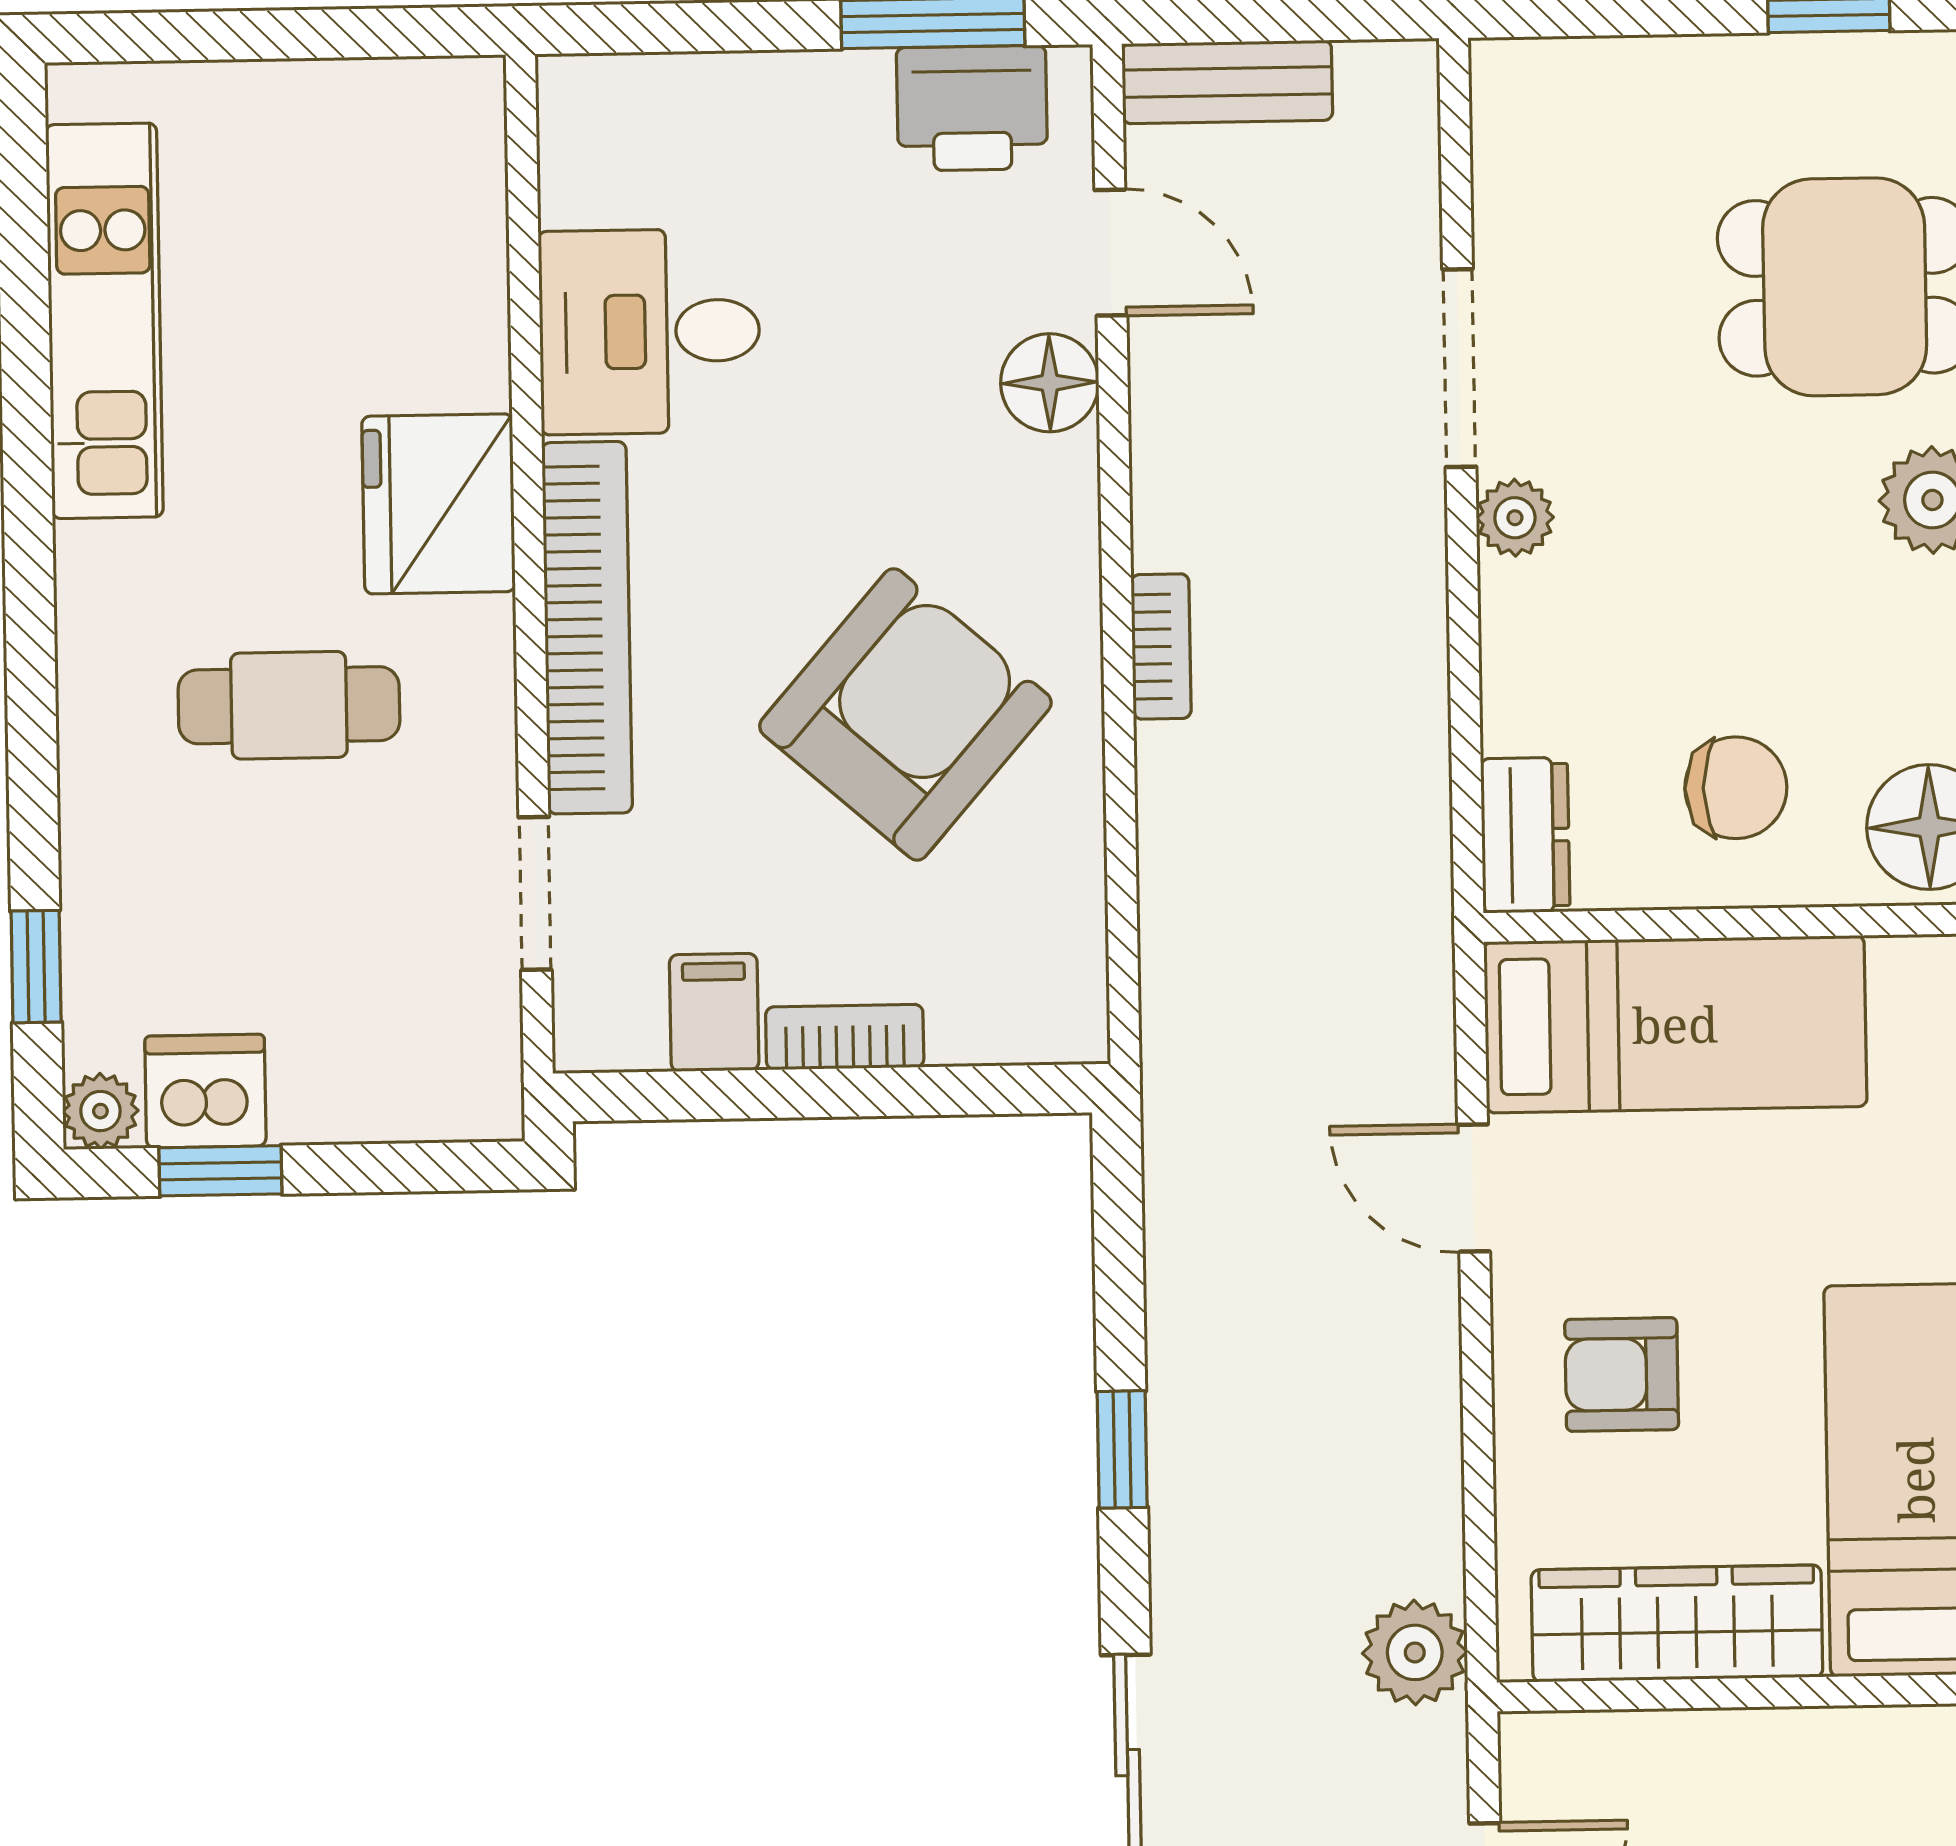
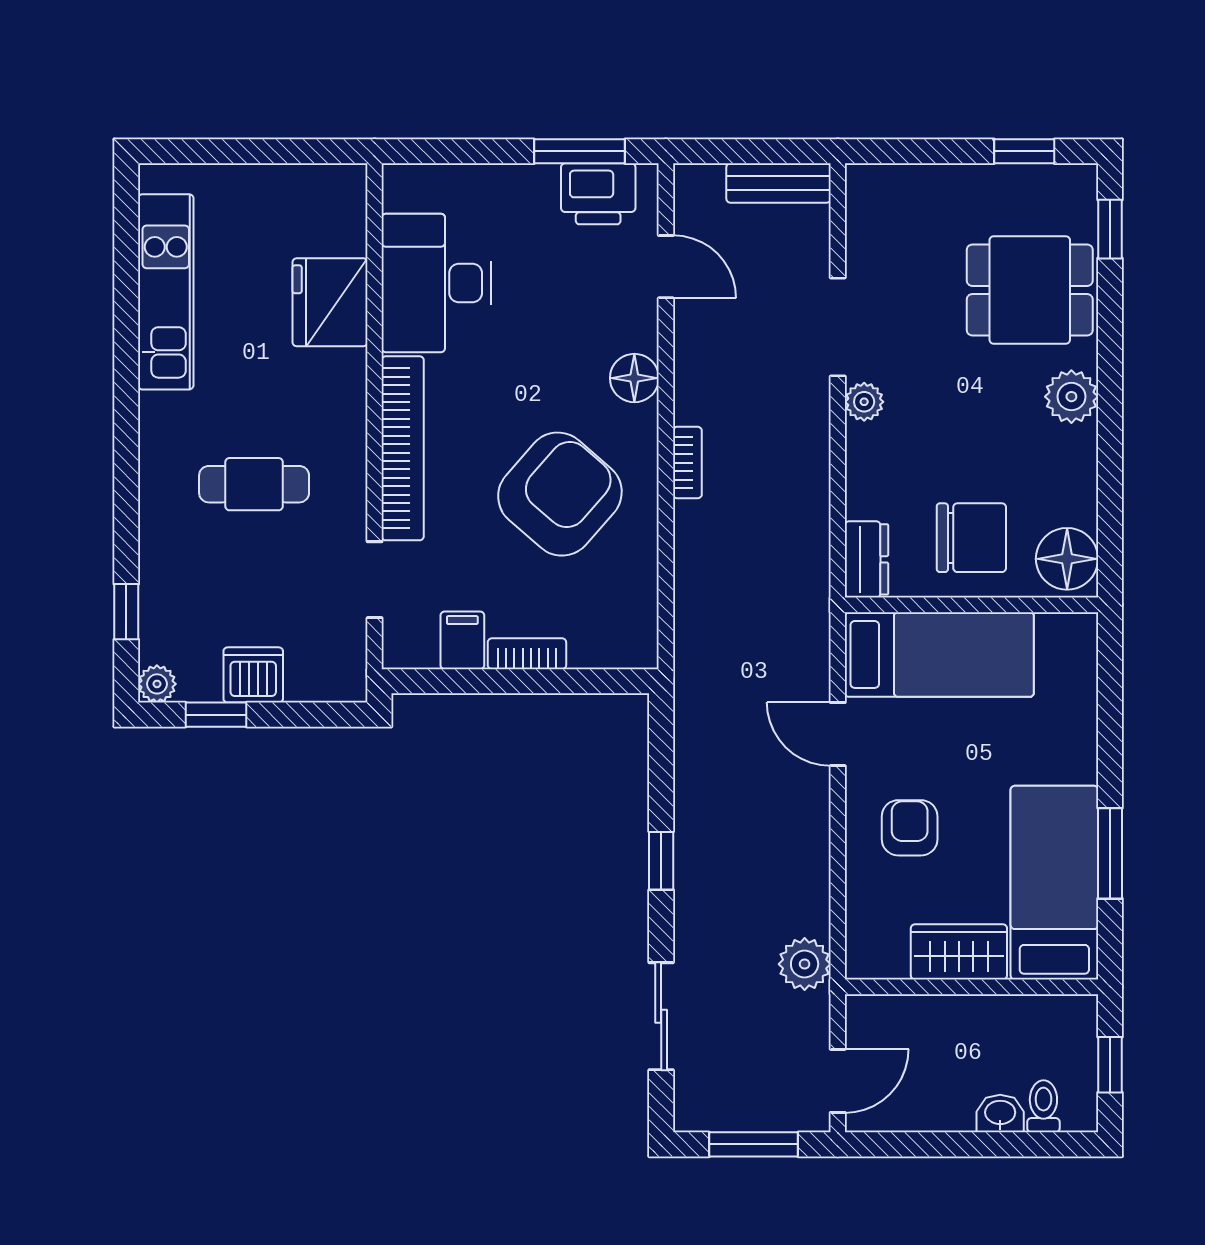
bench: (1227, 82) -> (779, 183), moved
desk: (649, 331) -> (436, 283), width x1.37
floor lamp: (1050, 383) -> (634, 378), moved
fridge: (439, 504) -> (330, 302), moved
chair: (1736, 788) -> (971, 538), width x1.37, depth x1.37
dishwasher: (205, 1091) -> (253, 675), moved
armchair: (1622, 1374) -> (910, 828), turned 90
wardrobe: (1677, 1623) -> (959, 952), width x0.67

